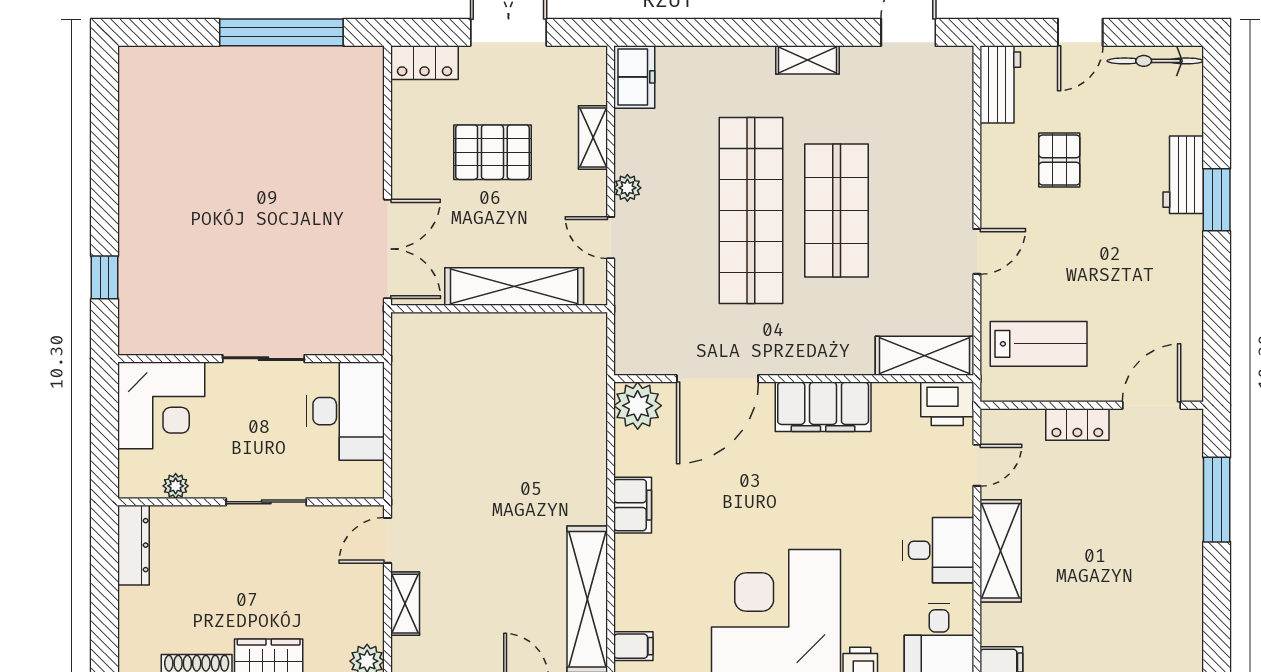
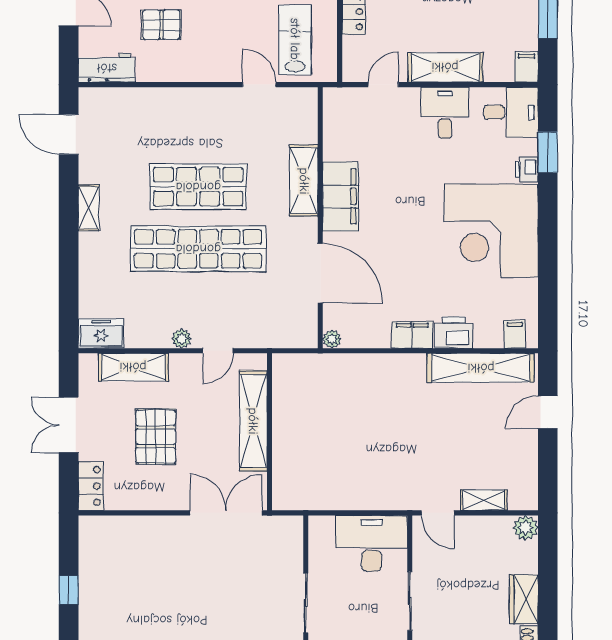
window: (281, 32) -> (69, 590), width x0.32
shelving: (593, 137) -> (133, 367), width x1.50, depth x1.33
door: (977, 251) -> (259, 85), moved
shelving: (924, 356) -> (304, 181), moved
printer: (947, 404) -> (454, 333), moved, turned -90
plant: (638, 406) -> (332, 339), width x0.53, depth x0.53
desk: (346, 411) -> (372, 543), moved
door: (977, 465) -> (383, 85), hinge flipped

